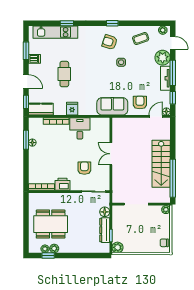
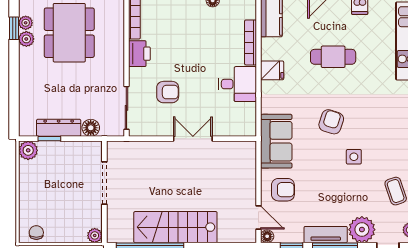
armchair: (110, 42) -> (331, 122), moved

